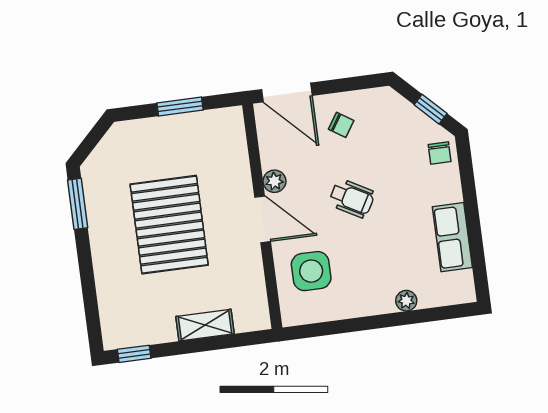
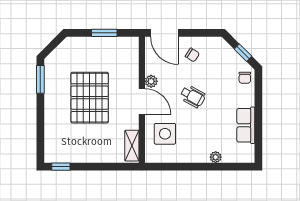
shelving: (205, 325) -> (132, 146), moved, turned 90

